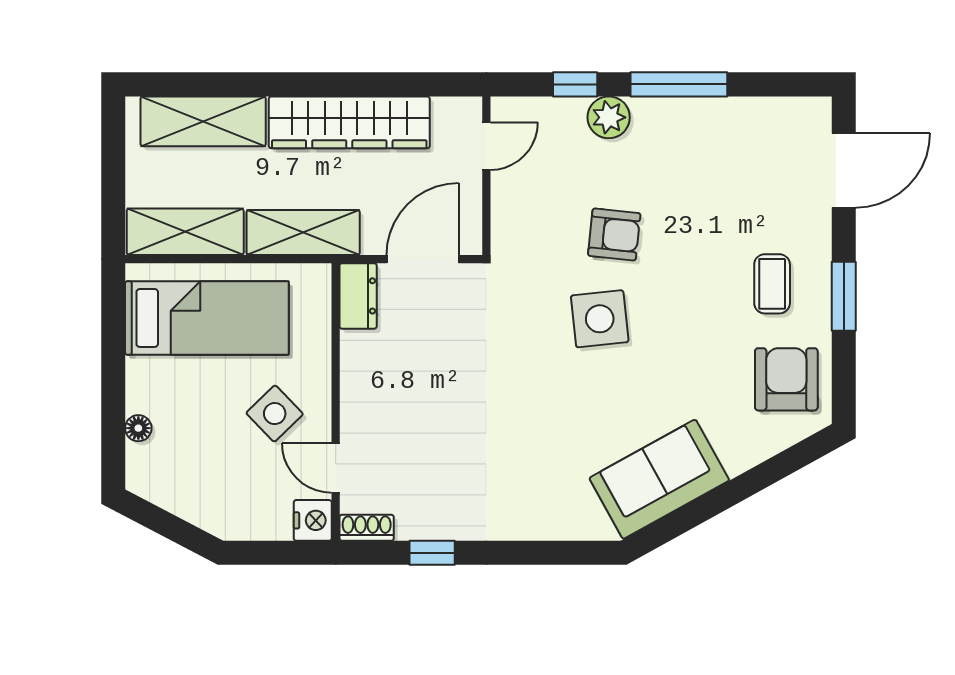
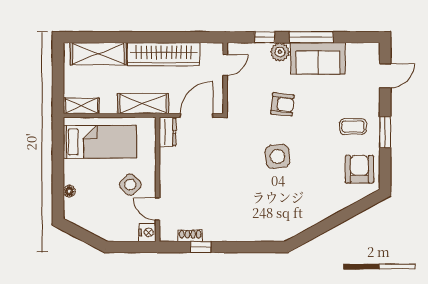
door: (844, 170) -> (385, 76), width x0.73
shelving: (185, 232) -> (81, 106), width x0.67, depth x0.75
coffee table: (772, 284) -> (353, 127), turned 90
side table: (600, 319) -> (277, 156), moved
sofa: (659, 479) -> (318, 58), moved, turned -151
shoe rack: (367, 528) -> (190, 236), moved

